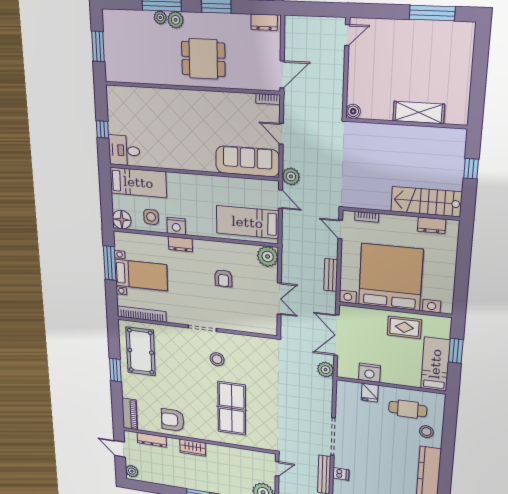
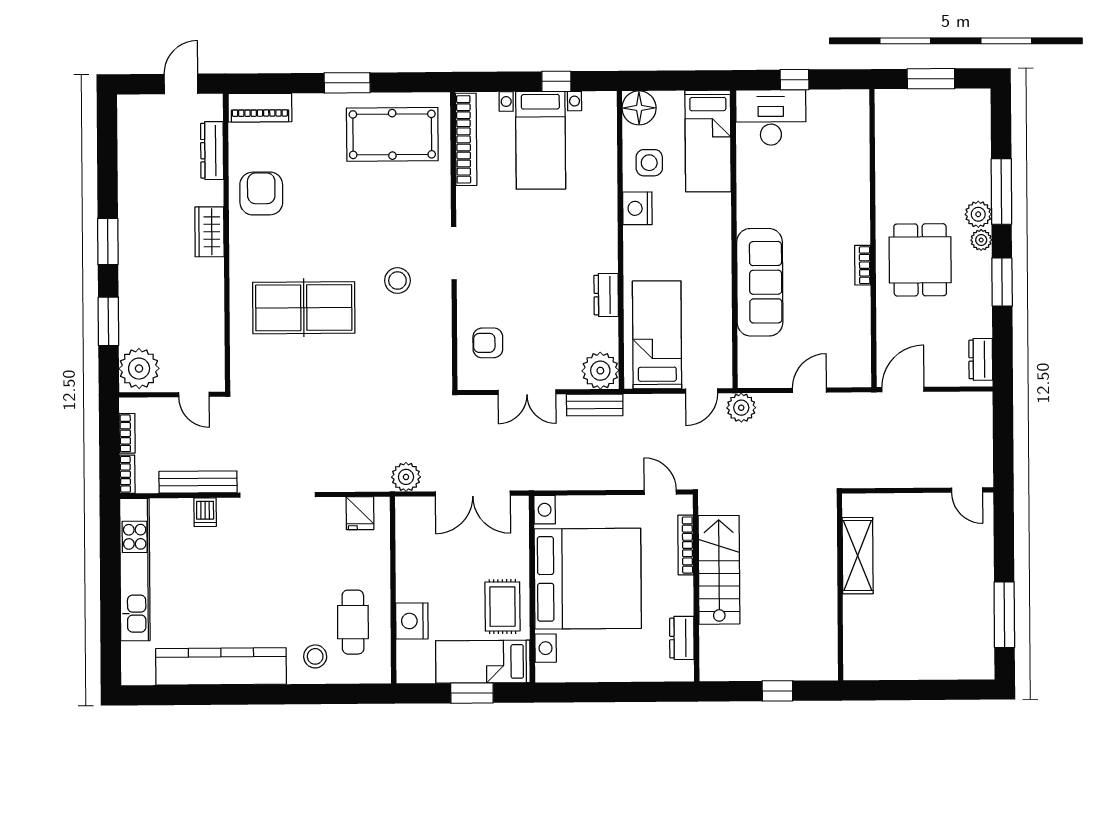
plant: (160, 17) -> (981, 240), moved
door: (282, 74) -> (903, 390), swing flipped
bookcase: (268, 99) -> (863, 265), moved
boiler: (353, 111) -> (853, 504), removed
shelving: (419, 112) -> (858, 556), moved
desk: (124, 150) -> (771, 118), width x1.37
sofa: (247, 161) -> (760, 282), moved
stairs: (426, 202) -> (719, 570), moved
bookcase: (367, 217) -> (686, 545), width x1.56
door: (340, 229) -> (660, 492), hinge flipped
dresser: (180, 244) -> (606, 295), moved
window: (110, 263) -> (556, 81), width x0.46
bench: (331, 275) -> (595, 405), moved
armchair: (223, 278) -> (488, 343), moved
double door: (336, 335) -> (473, 494), swing flipped
bed: (435, 364) -> (483, 662), moved, turned 180
nightstand: (370, 373) -> (412, 621), moved
fridge: (370, 393) -> (360, 513), moved, turned -90
plant: (132, 471) -> (136, 107), removed

